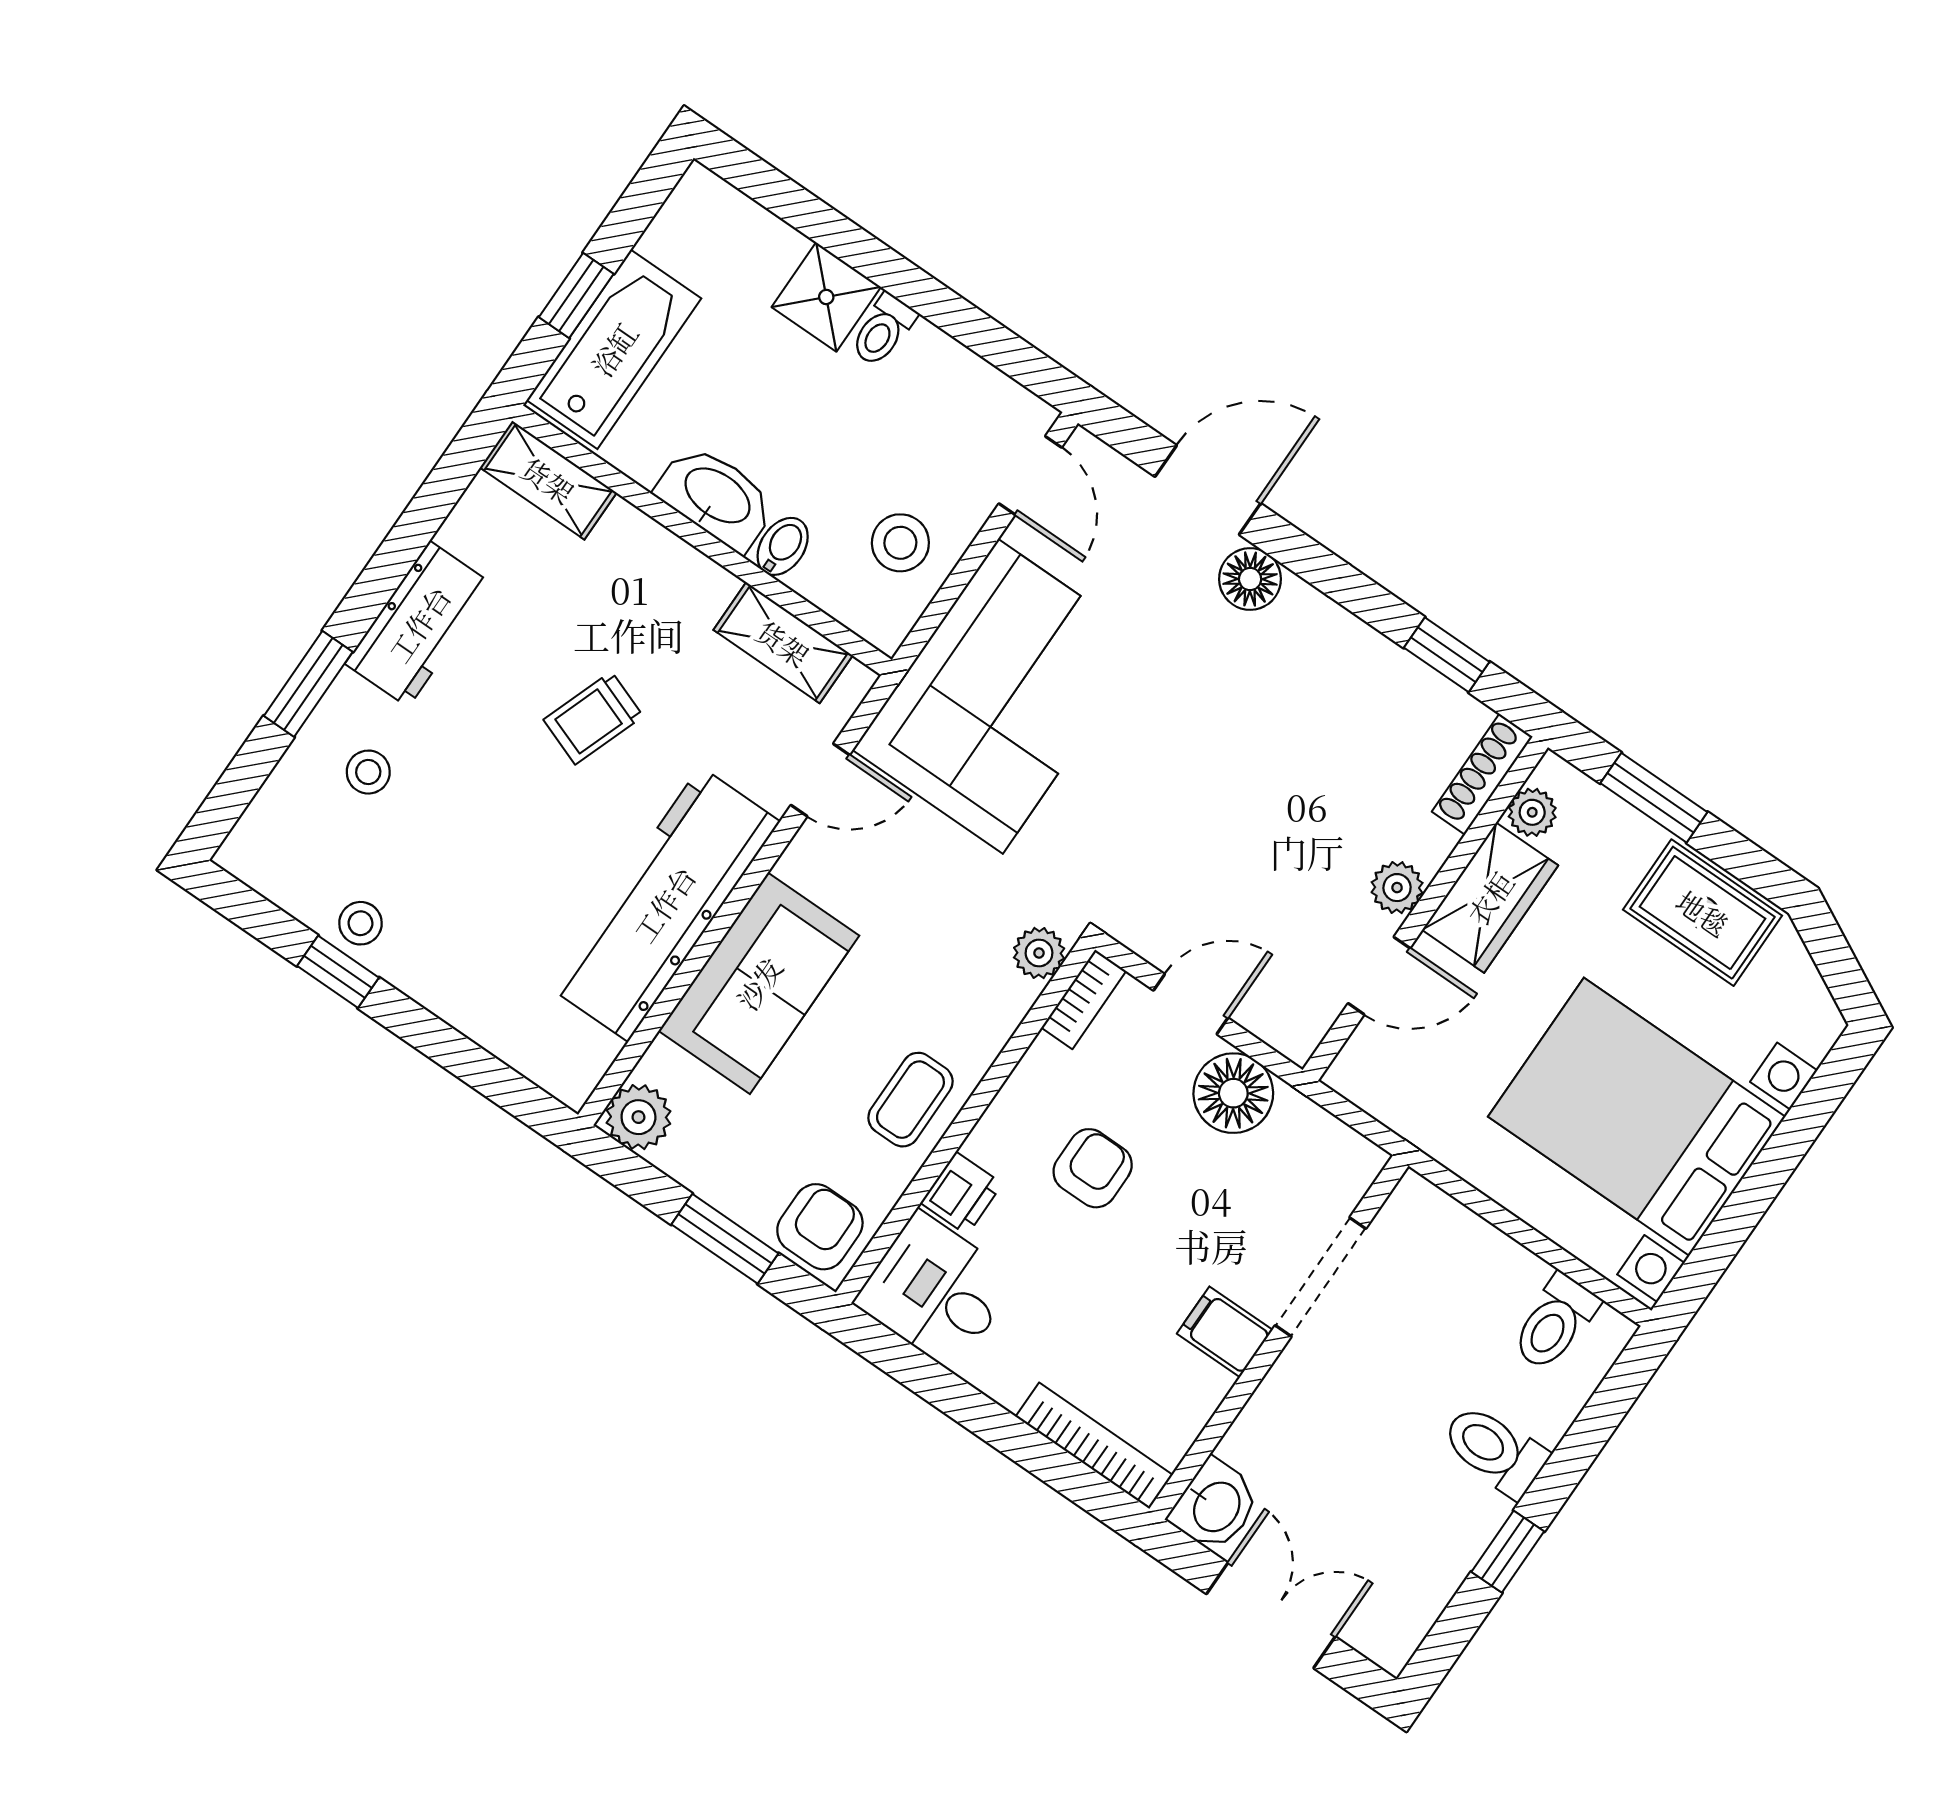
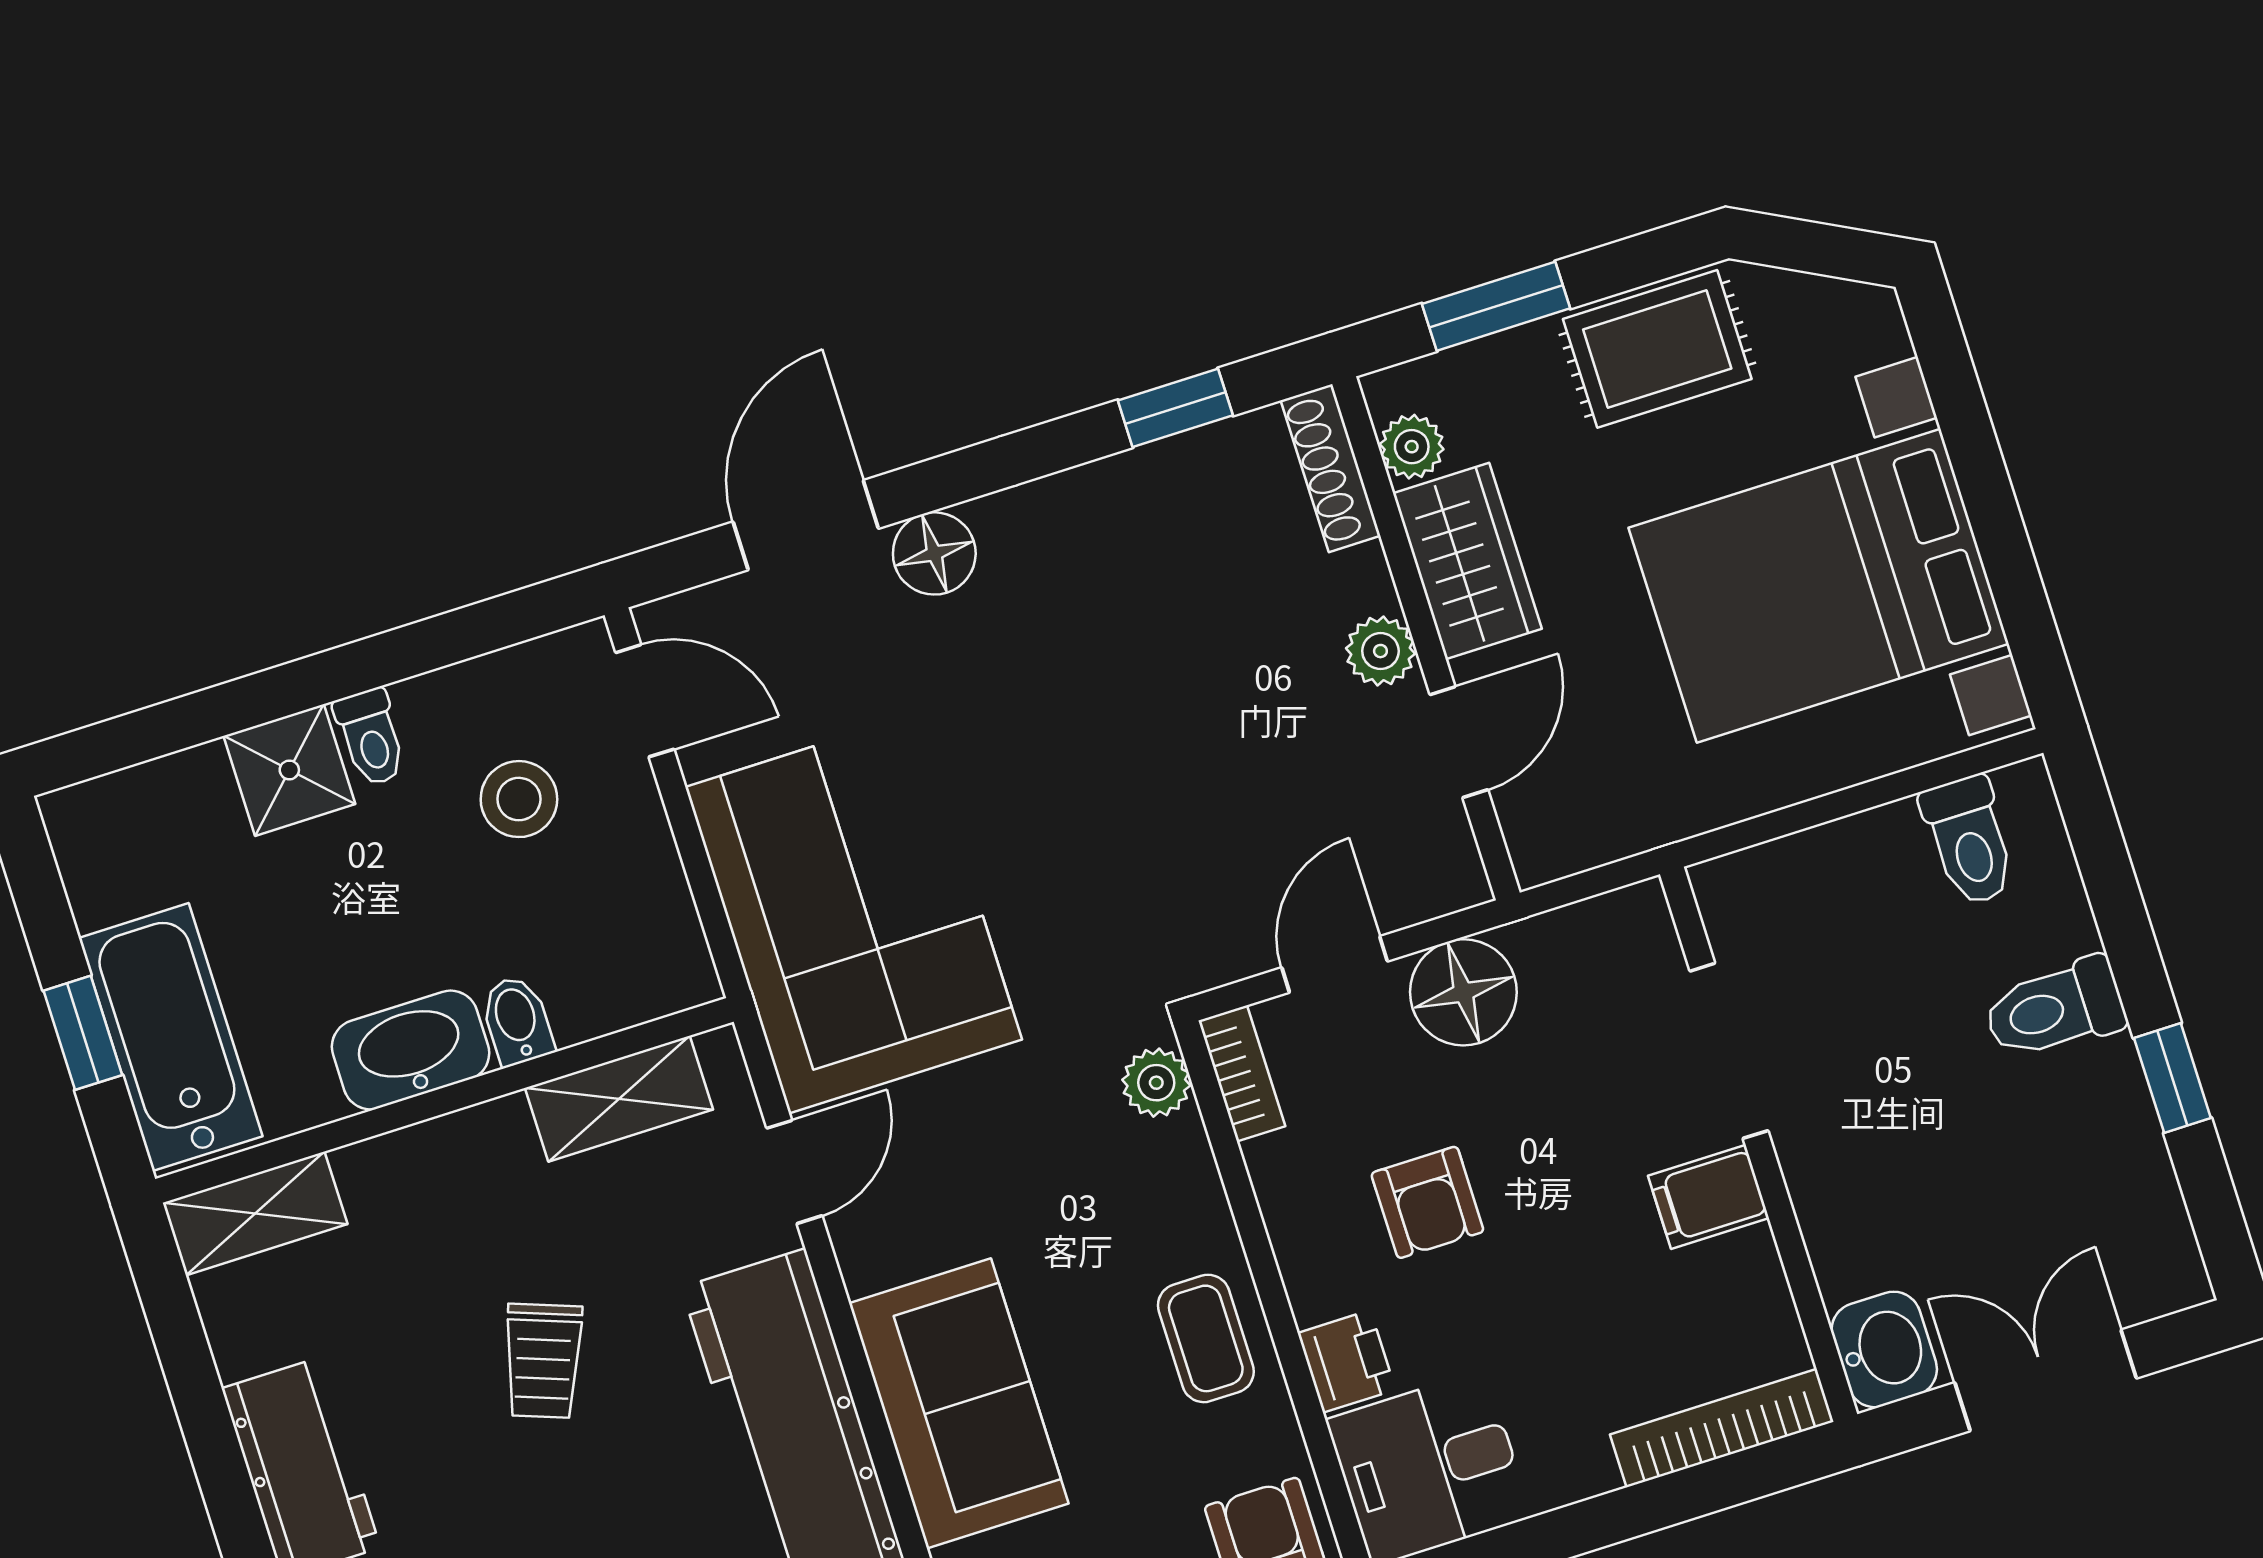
stool: (900, 543) -> (519, 799), moved
armchair: (1093, 1168) -> (1427, 1202), turned 180

